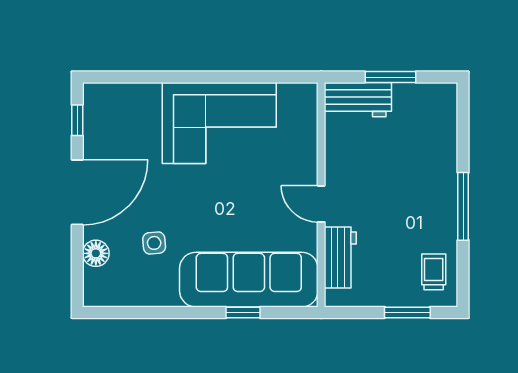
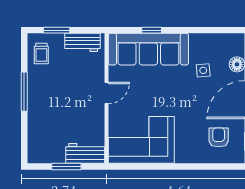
corner sofa: (219, 123) -> (141, 140), moved
armchair: (127, 127) -> (219, 137), added
door: (321, 204) -> (106, 93), hinge flipped
workbench: (340, 258) -> (82, 42), moved, turned -90

